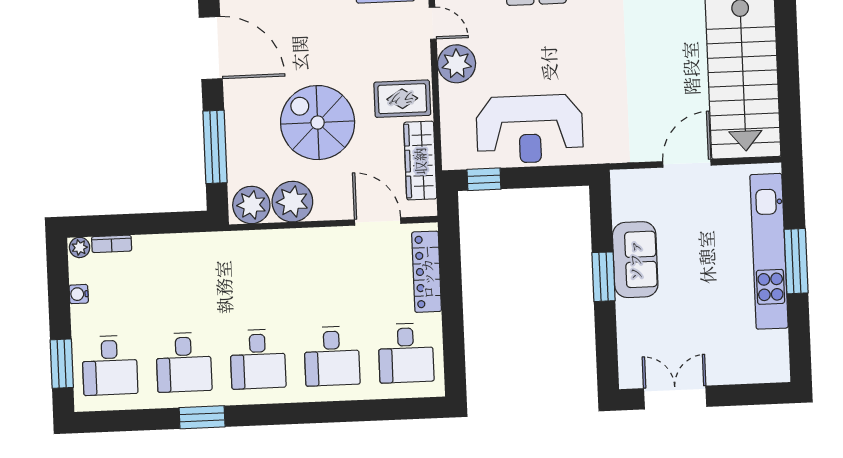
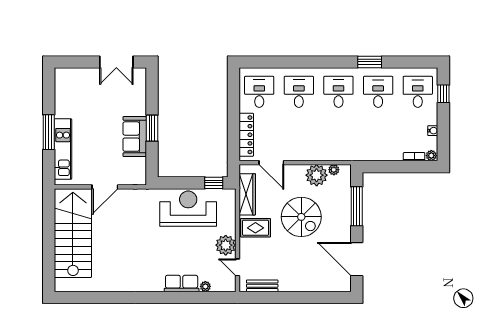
plant: (251, 205) -> (334, 170), width x0.53, depth x0.53
kitchen unit: (769, 251) -> (63, 149), width x0.73
window: (62, 364) -> (443, 94), width x0.67

